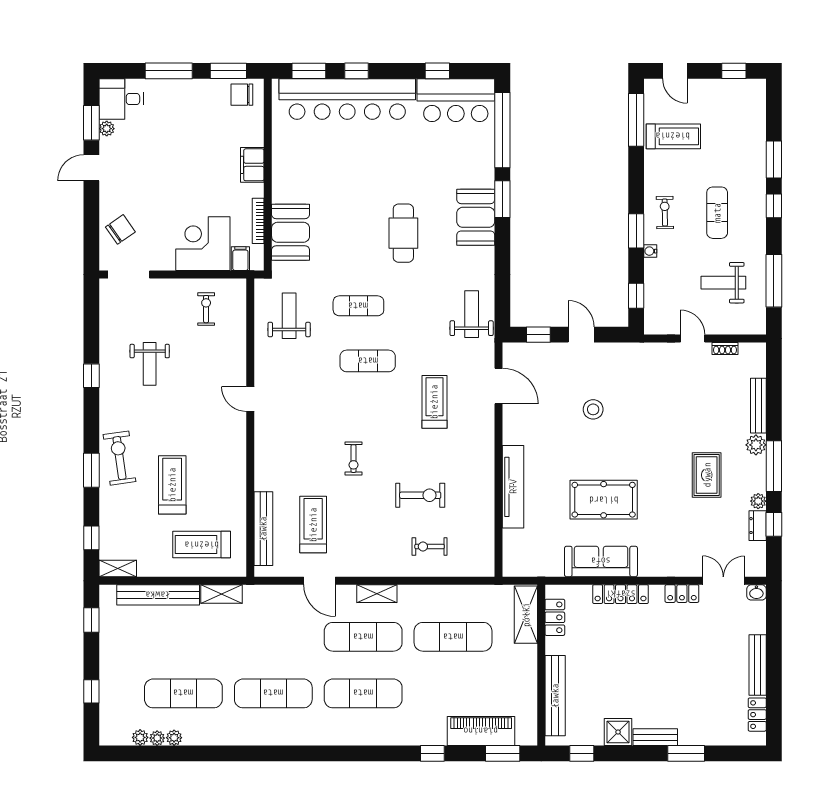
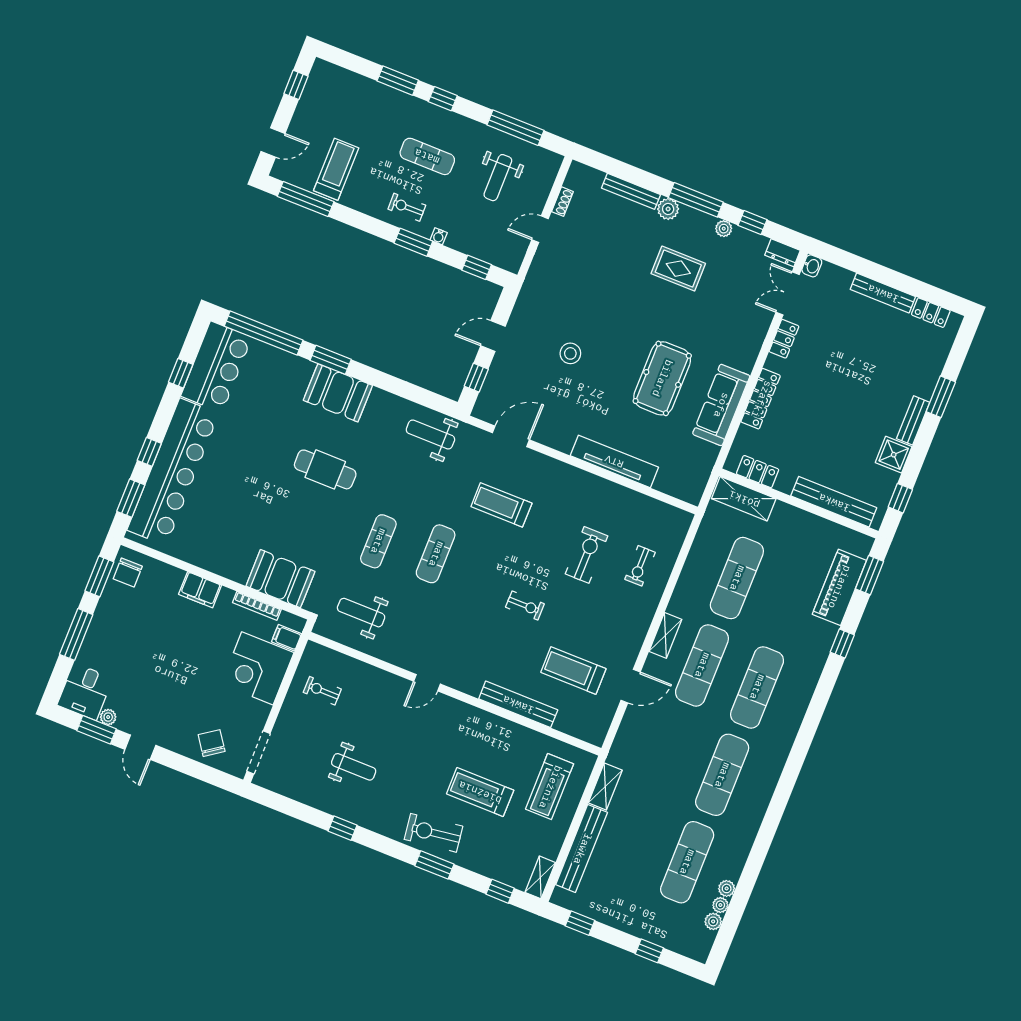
dresser: (758, 526) -> (782, 253), moved
bench: (263, 529) -> (518, 704), moved

